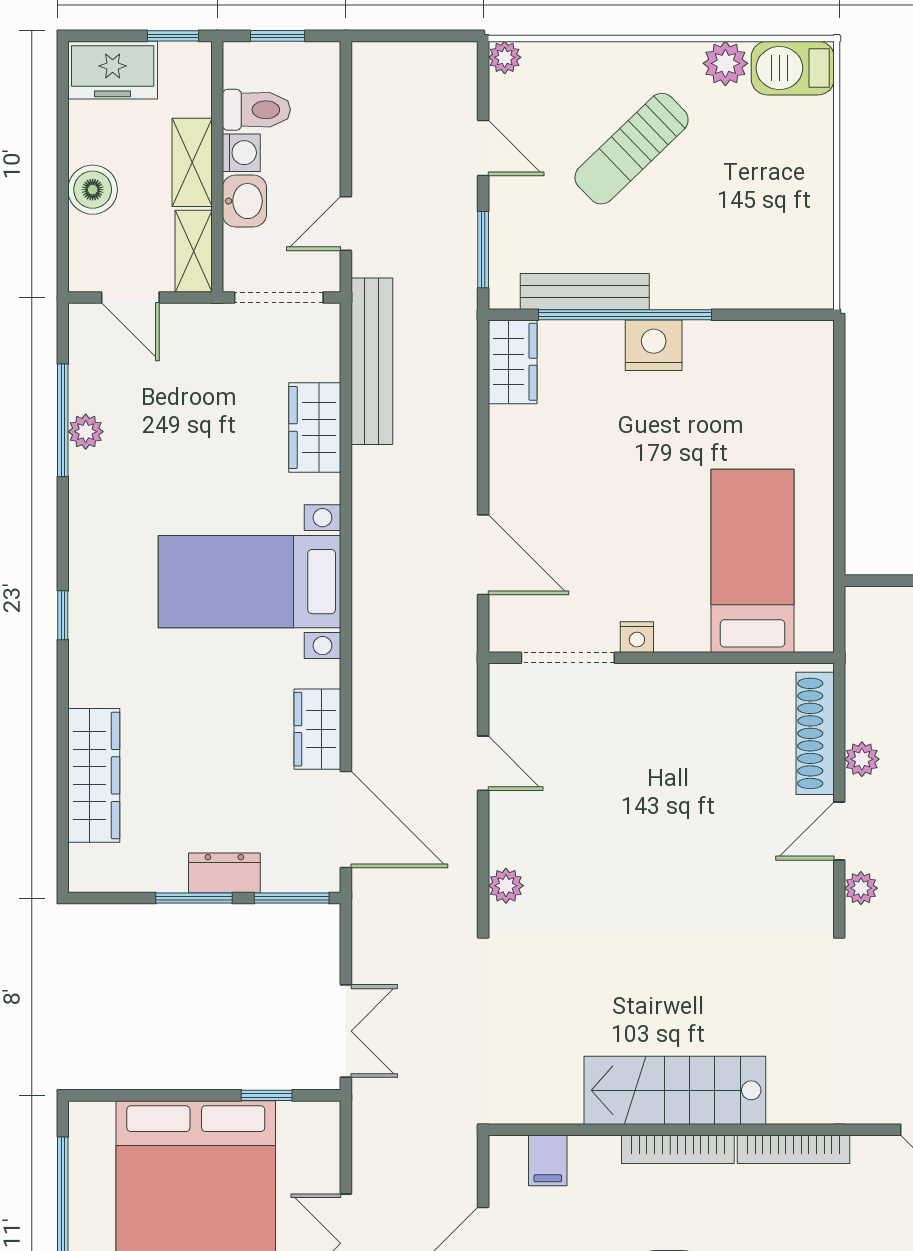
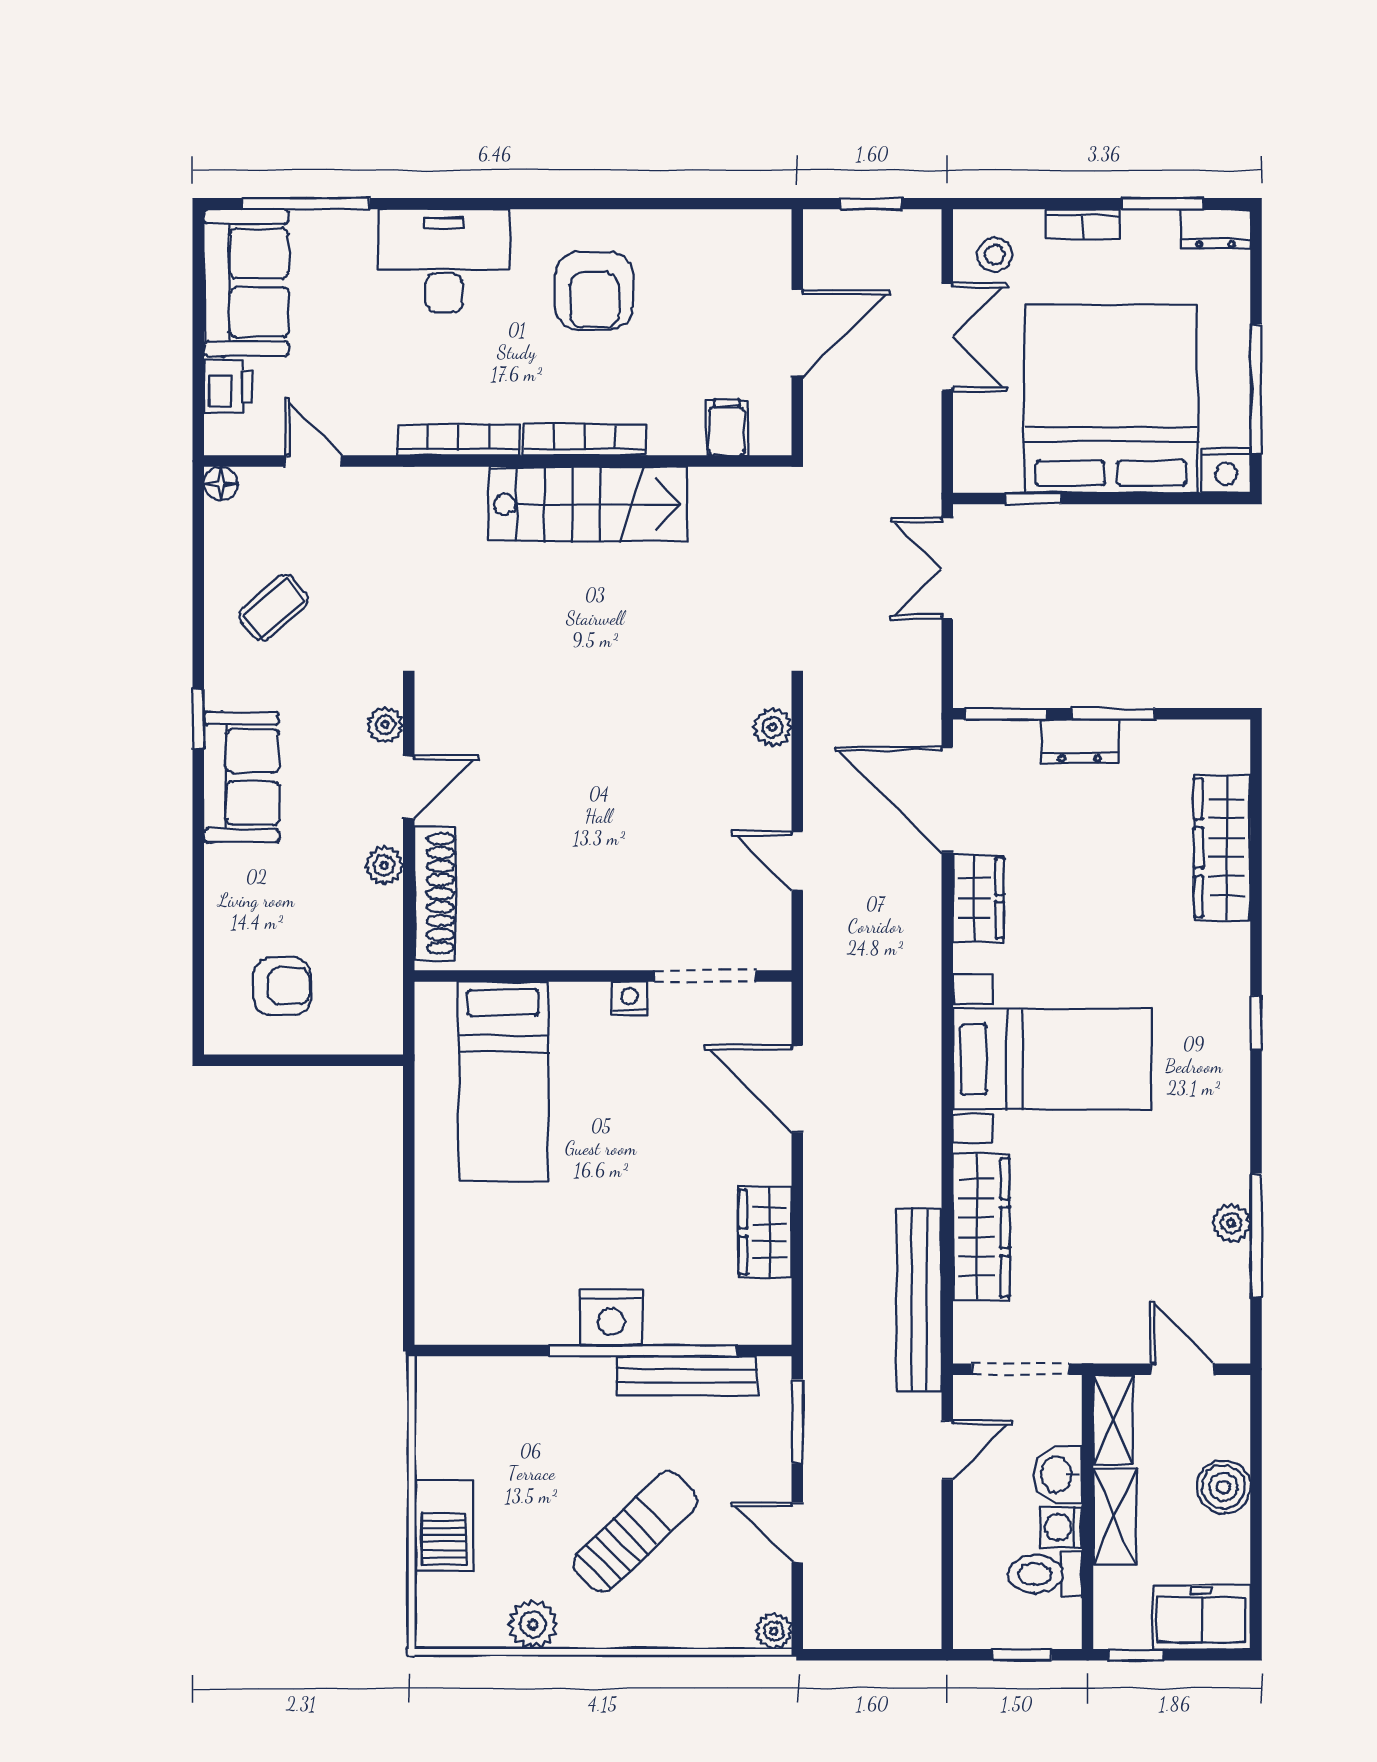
barbecue: (793, 68) -> (444, 1525), moved, turned 90
wardrobe: (513, 362) -> (765, 1232), moved
wardrobe: (315, 428) -> (981, 1227), width x1.50
nightstand: (90, 1121) -> (1226, 470), added

